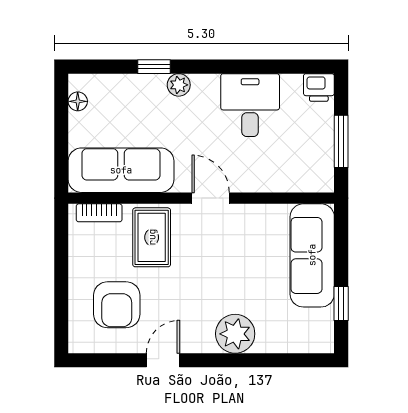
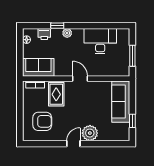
printer: (319, 87) -> (44, 34), moved
desk: (250, 105) -> (100, 41), width x1.37
sofa: (121, 170) -> (38, 67), width x0.73
armchair: (117, 305) -> (42, 121), turned -90
door: (163, 360) -> (73, 144), moved

